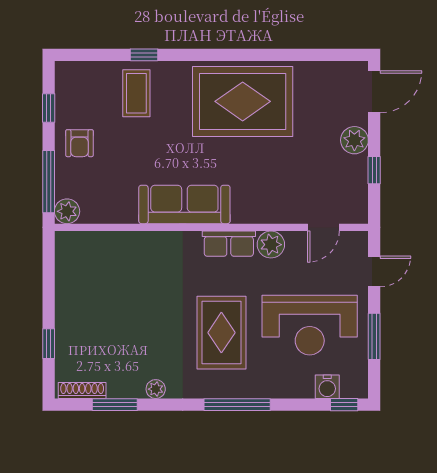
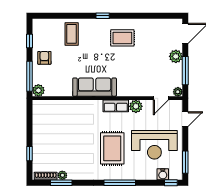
window: (144, 55) -> (103, 16), moved
rug: (243, 101) -> (122, 38), width x0.54, depth x0.49
armchair: (79, 143) -> (44, 58), turned 180
window: (374, 170) -> (185, 71), width x2.17
plant: (359, 214) -> (178, 92), added
window: (374, 336) -> (185, 162), moved
plant: (156, 389) -> (62, 175), moved

